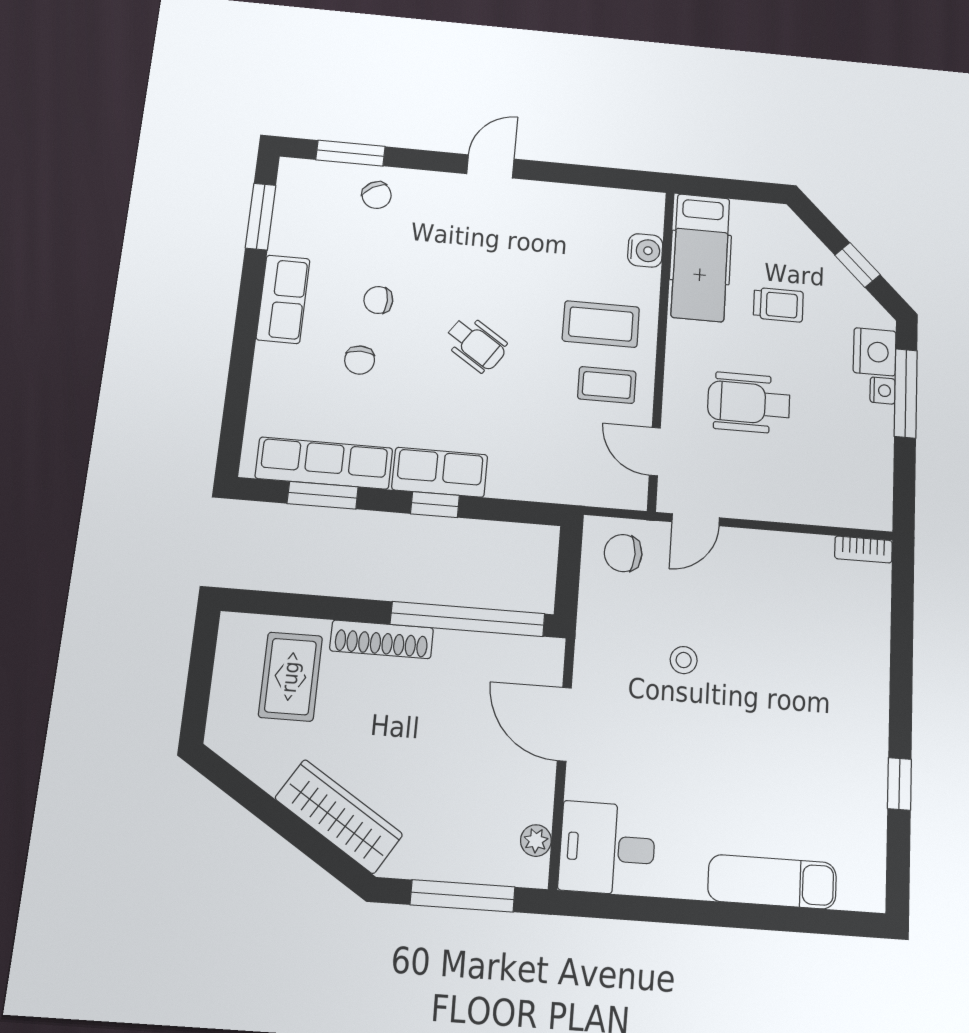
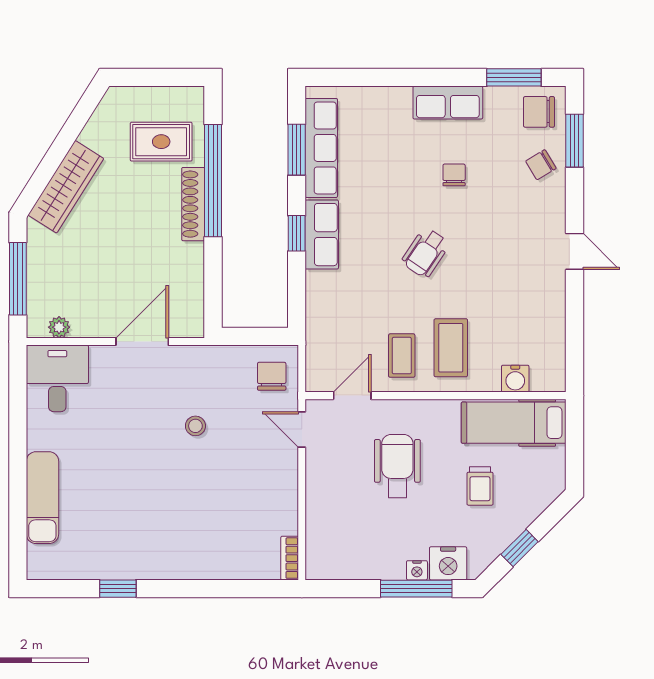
chair: (360, 360) -> (539, 112), moved, width x1.37, depth x1.37
window: (468, 619) -> (213, 181), moved

